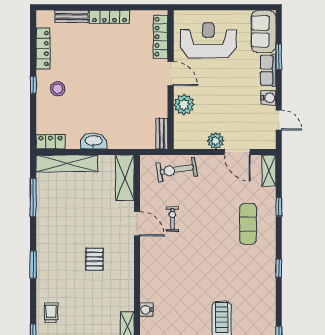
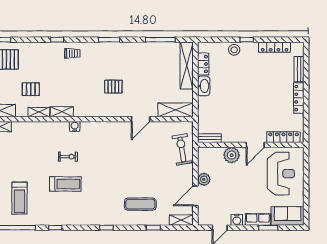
stool: (58, 89) -> (234, 50), moved
locker: (51, 142) -> (203, 64), moved
exercise bike: (172, 219) -> (68, 157), moved

